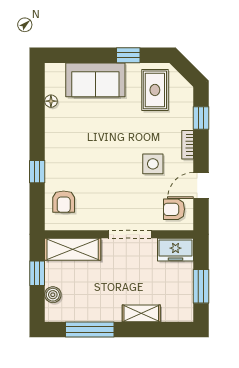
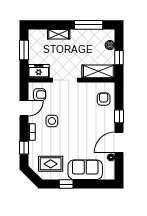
rug: (155, 90) -> (51, 164), turned 90
door: (37, 127) -> (119, 142), added

